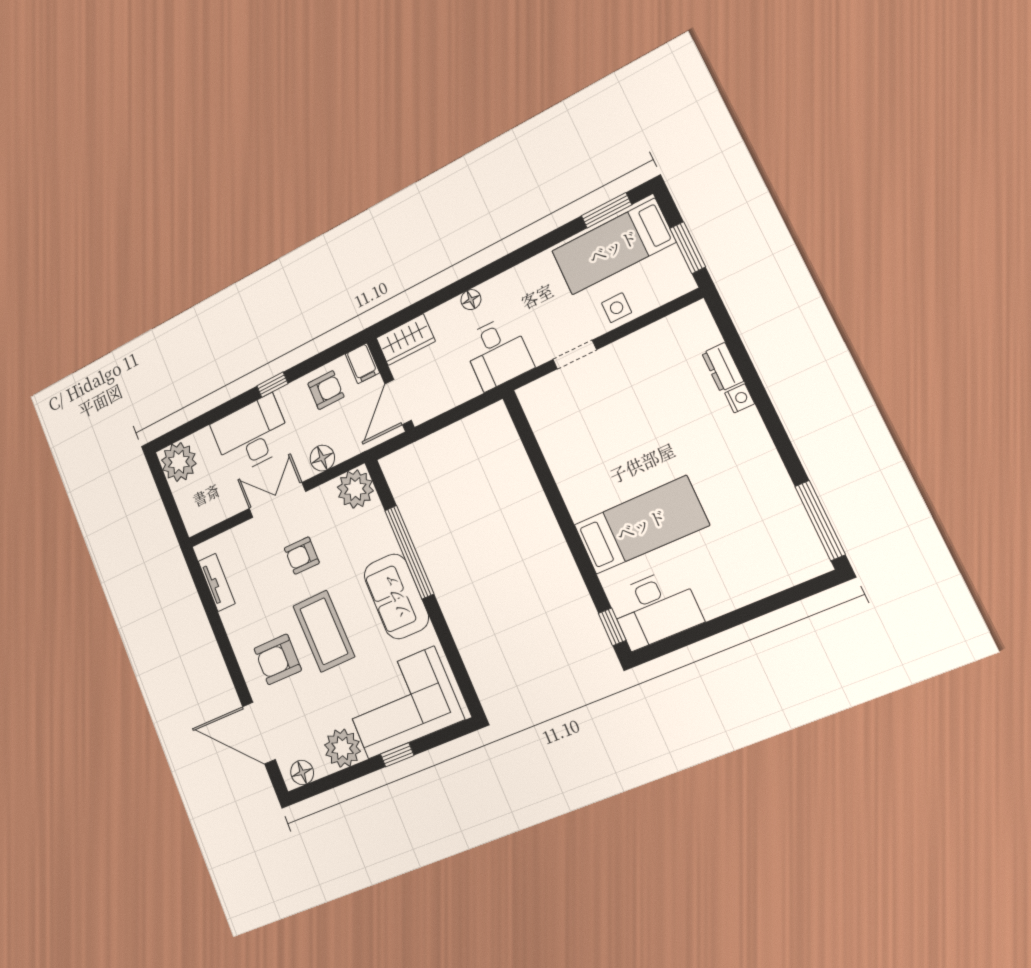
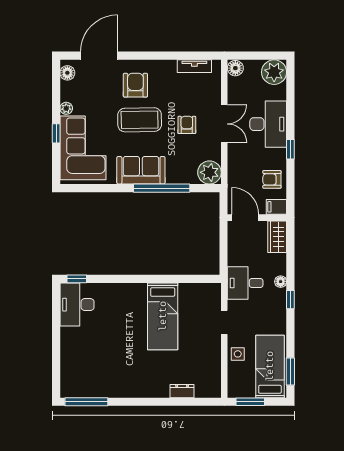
window: (492, 270) -> (290, 300), added
armchair: (326, 390) -> (272, 179), turned 90
nightstand: (740, 398) -> (163, 392), removed
floor lamp: (322, 458) -> (235, 68), moved
bed: (641, 525) -> (163, 316), moved
plant: (342, 748) -> (66, 108), width x0.53, depth x0.53

